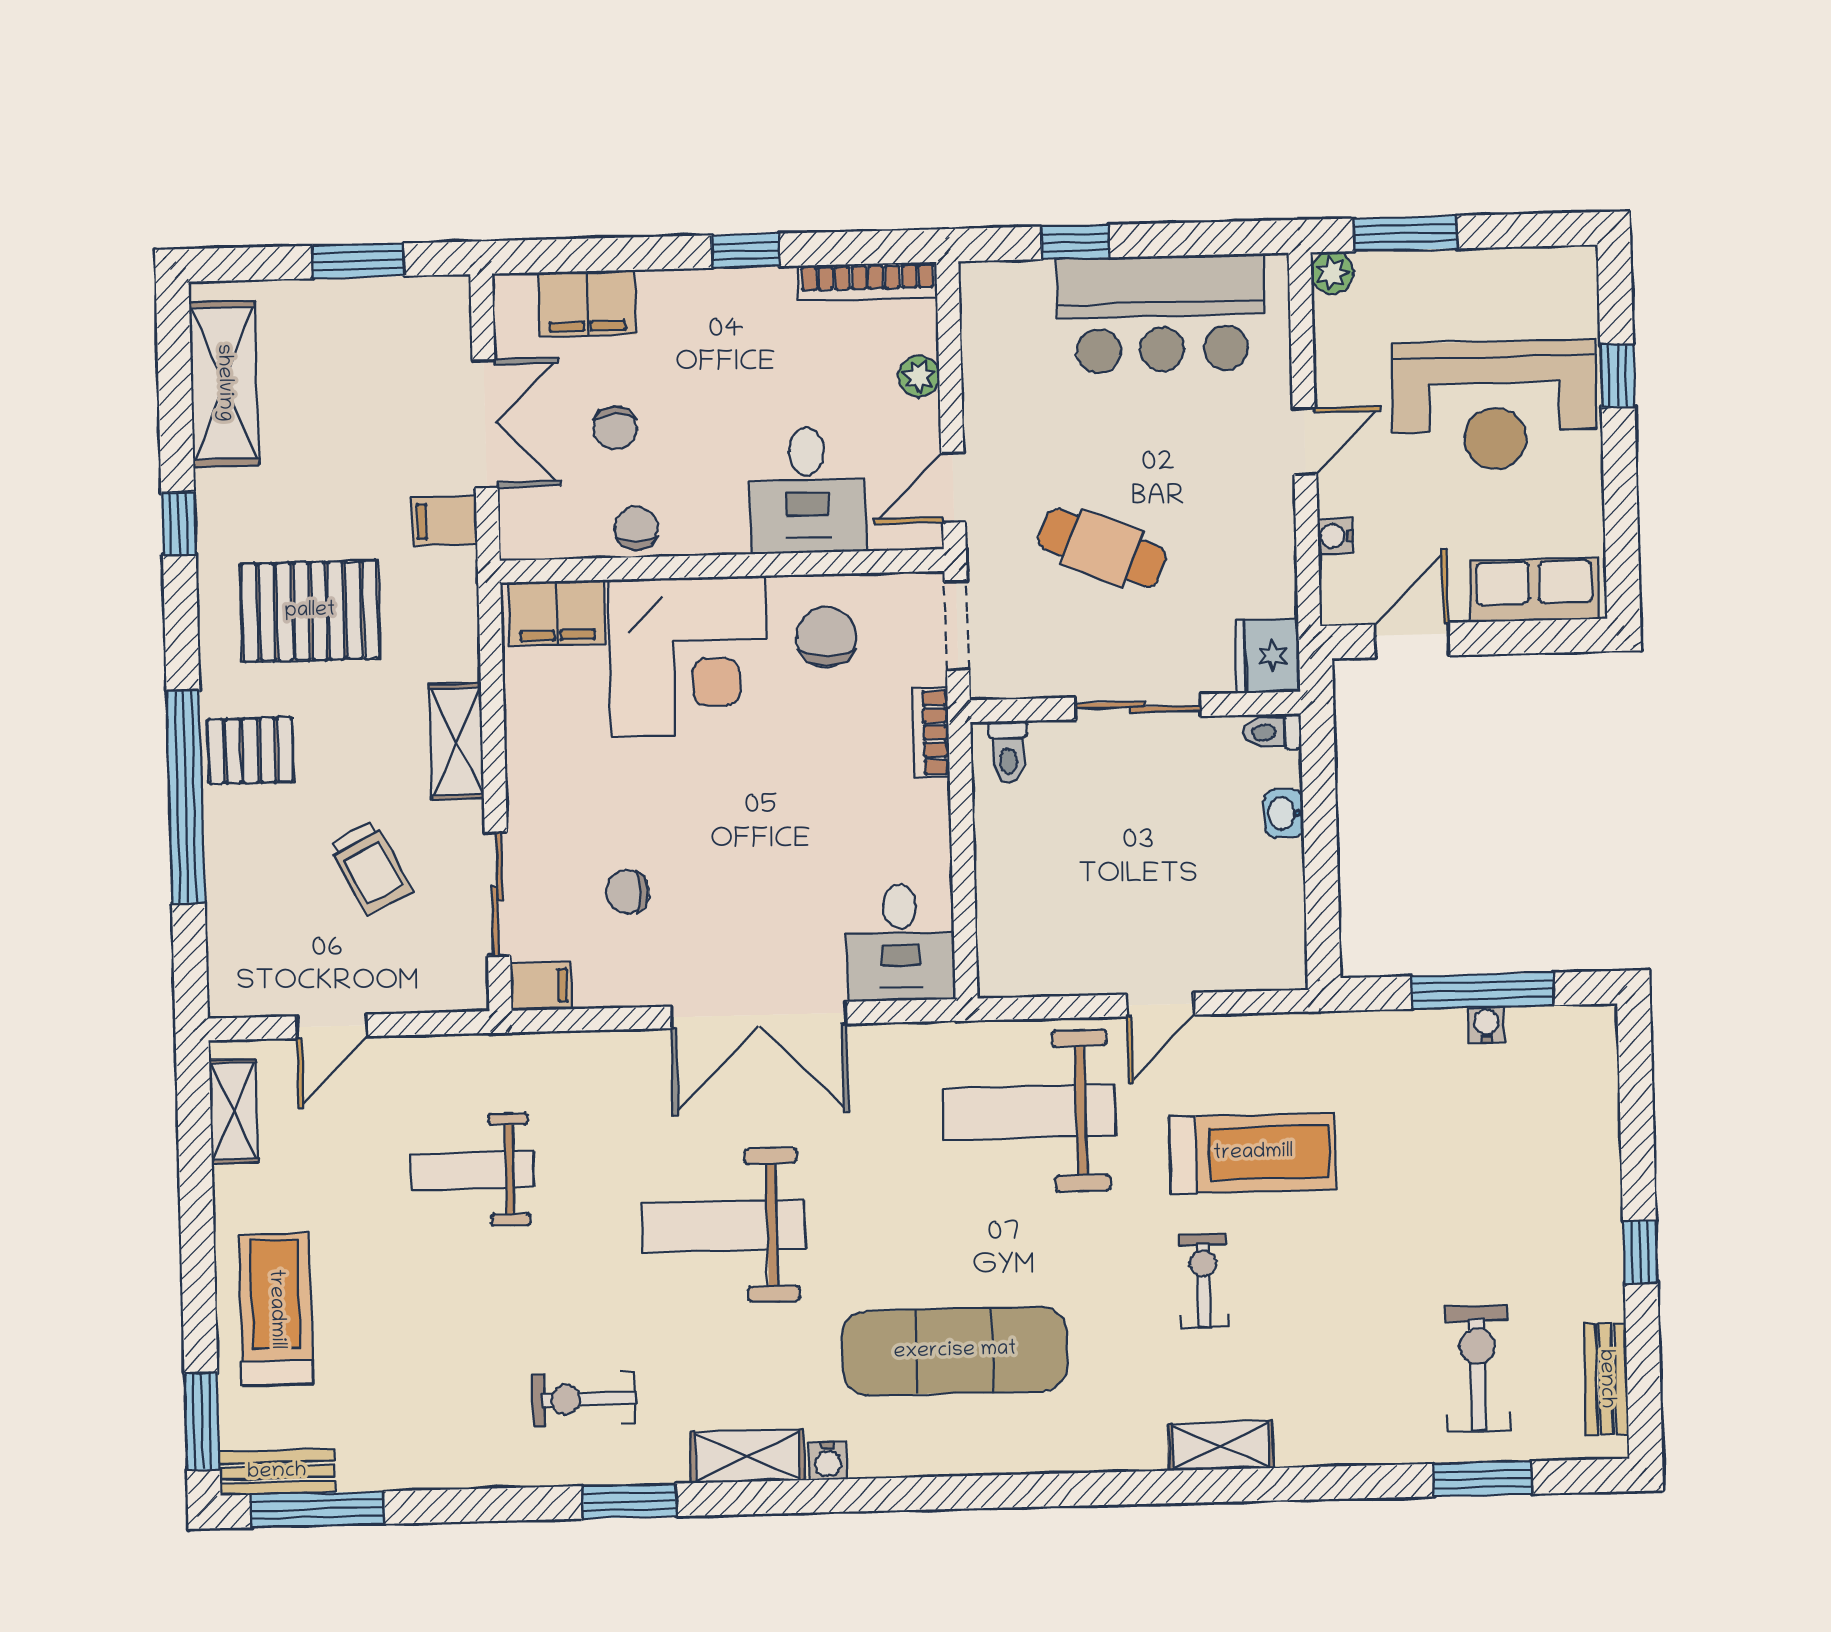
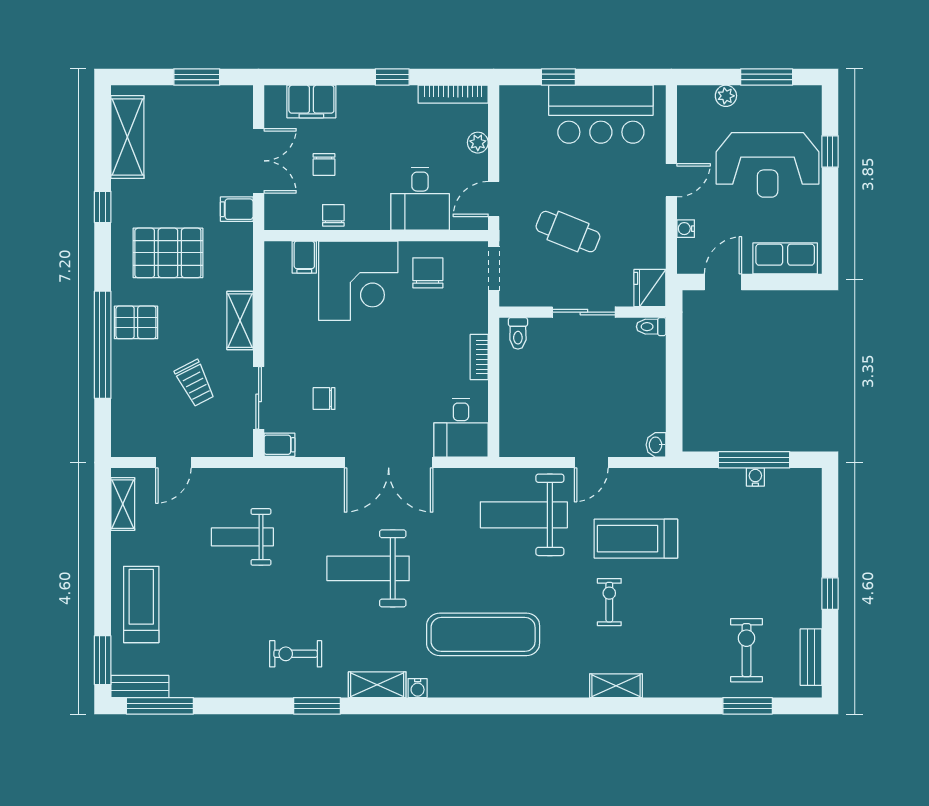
window: (1405, 233) -> (767, 77), moved
plant: (1332, 273) -> (726, 96), moved
filing cabinet: (557, 613) -> (304, 257), width x0.50
bookcase: (931, 733) -> (479, 357), moved
washbasin: (1284, 813) -> (656, 445), moved
treadmill: (1253, 1153) -> (636, 539), turned 180

